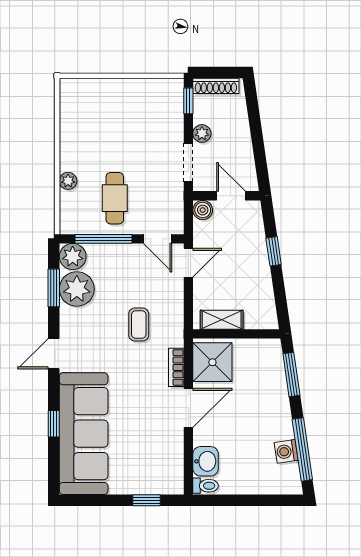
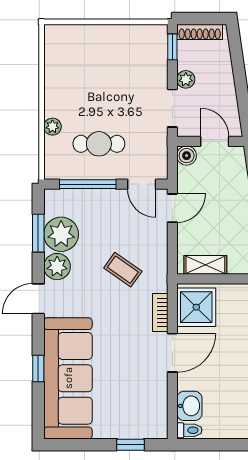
cafe table: (115, 198) -> (99, 144), turned 90
plant: (73, 257) -> (57, 267), moved
coffee table: (139, 325) -> (123, 270), turned -55

